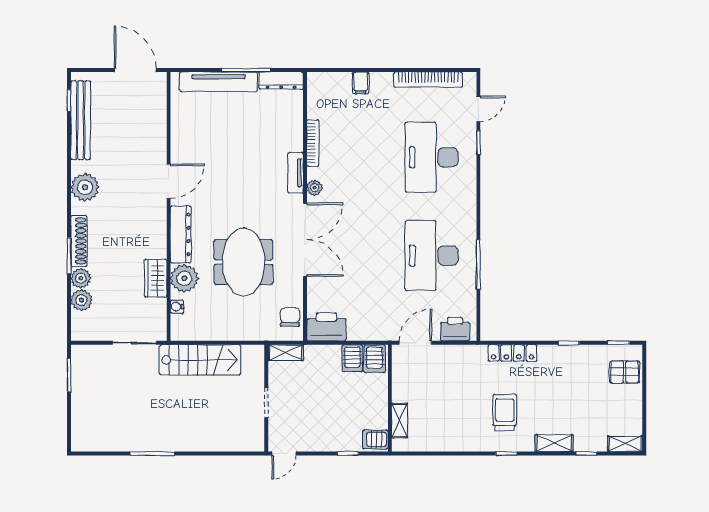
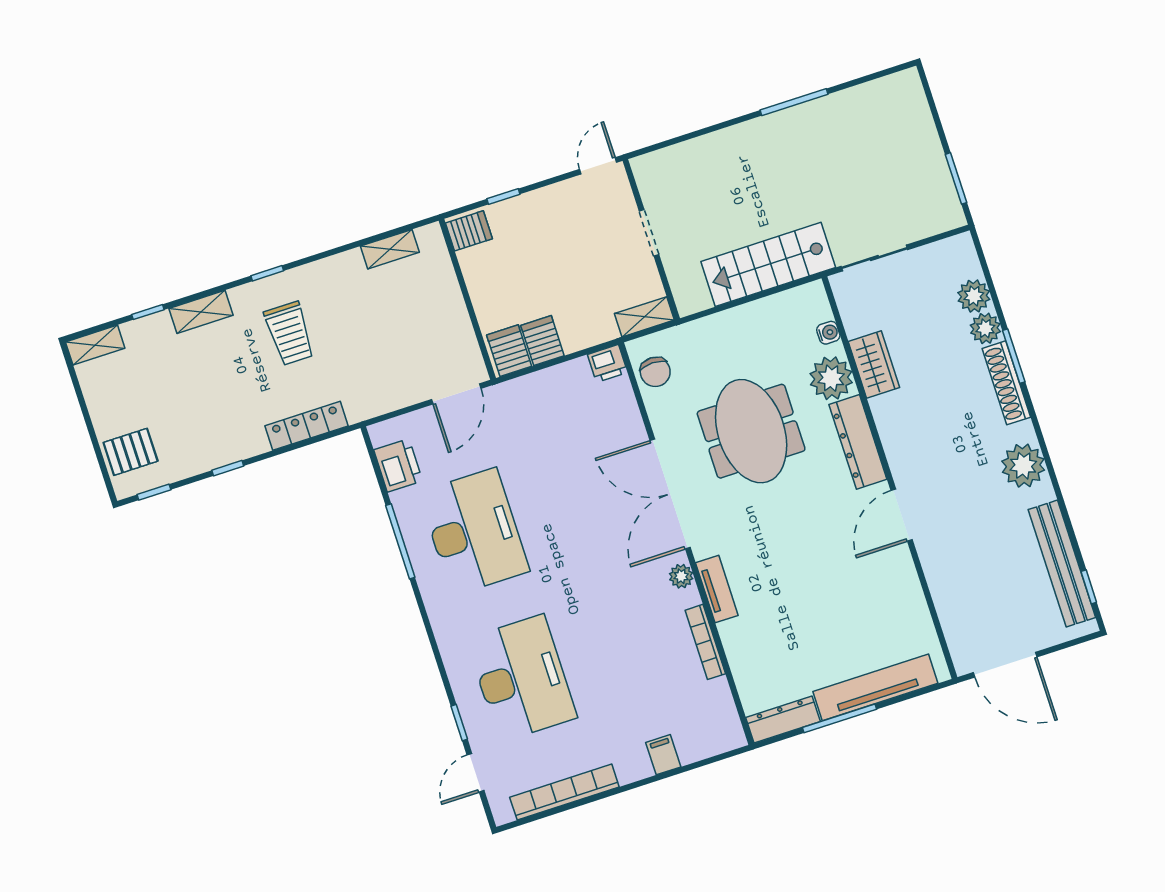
printer: (326, 327) -> (607, 363), width x0.53, depth x0.68
printer: (455, 329) -> (398, 465), moved, turned -90
shelving: (399, 421) -> (390, 249), moved, turned 90

